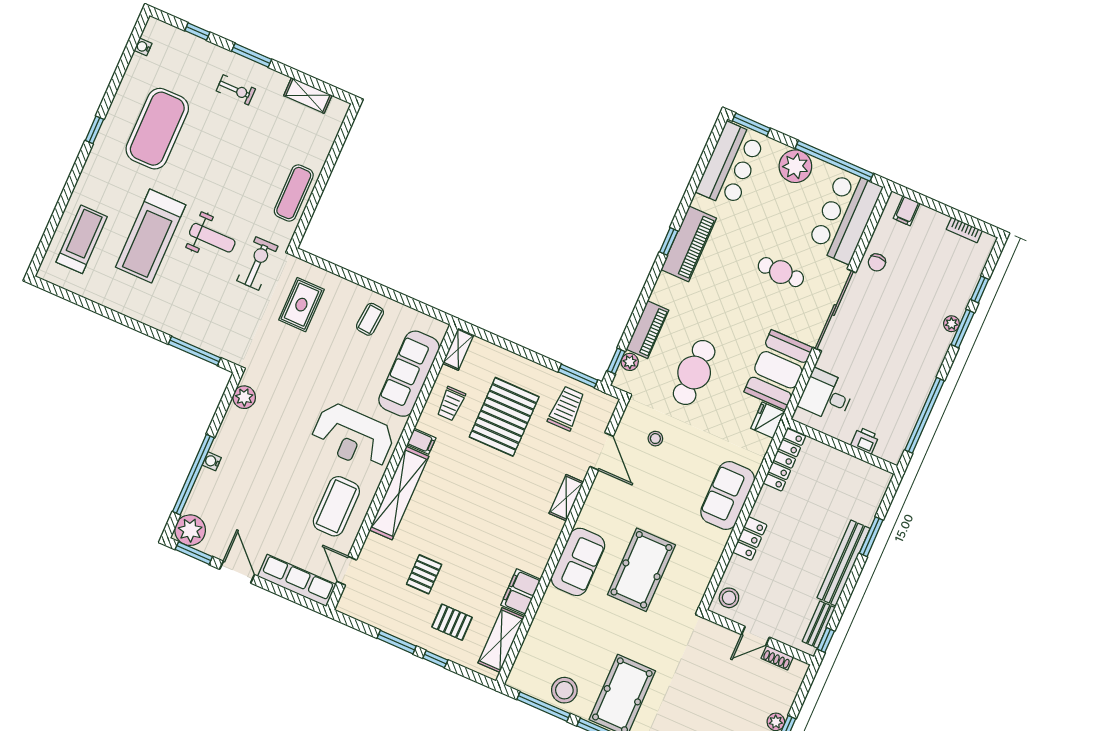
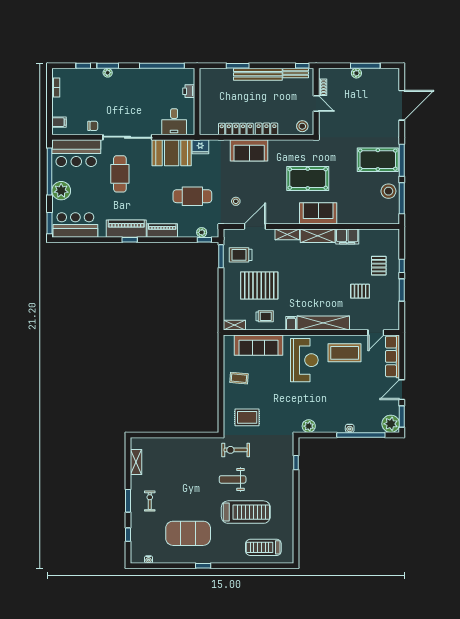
exercise mat: (294, 193) -> (190, 447), removed
weight bench: (212, 238) -> (233, 479), turned -90
cafe table: (781, 272) -> (120, 174), width x1.37, depth x1.35
piano: (647, 330) -> (162, 230), moved
window: (195, 351) -> (296, 463), width x0.46
locker: (784, 460) -> (236, 129), moved
shelving: (501, 640) -> (318, 236), moved

